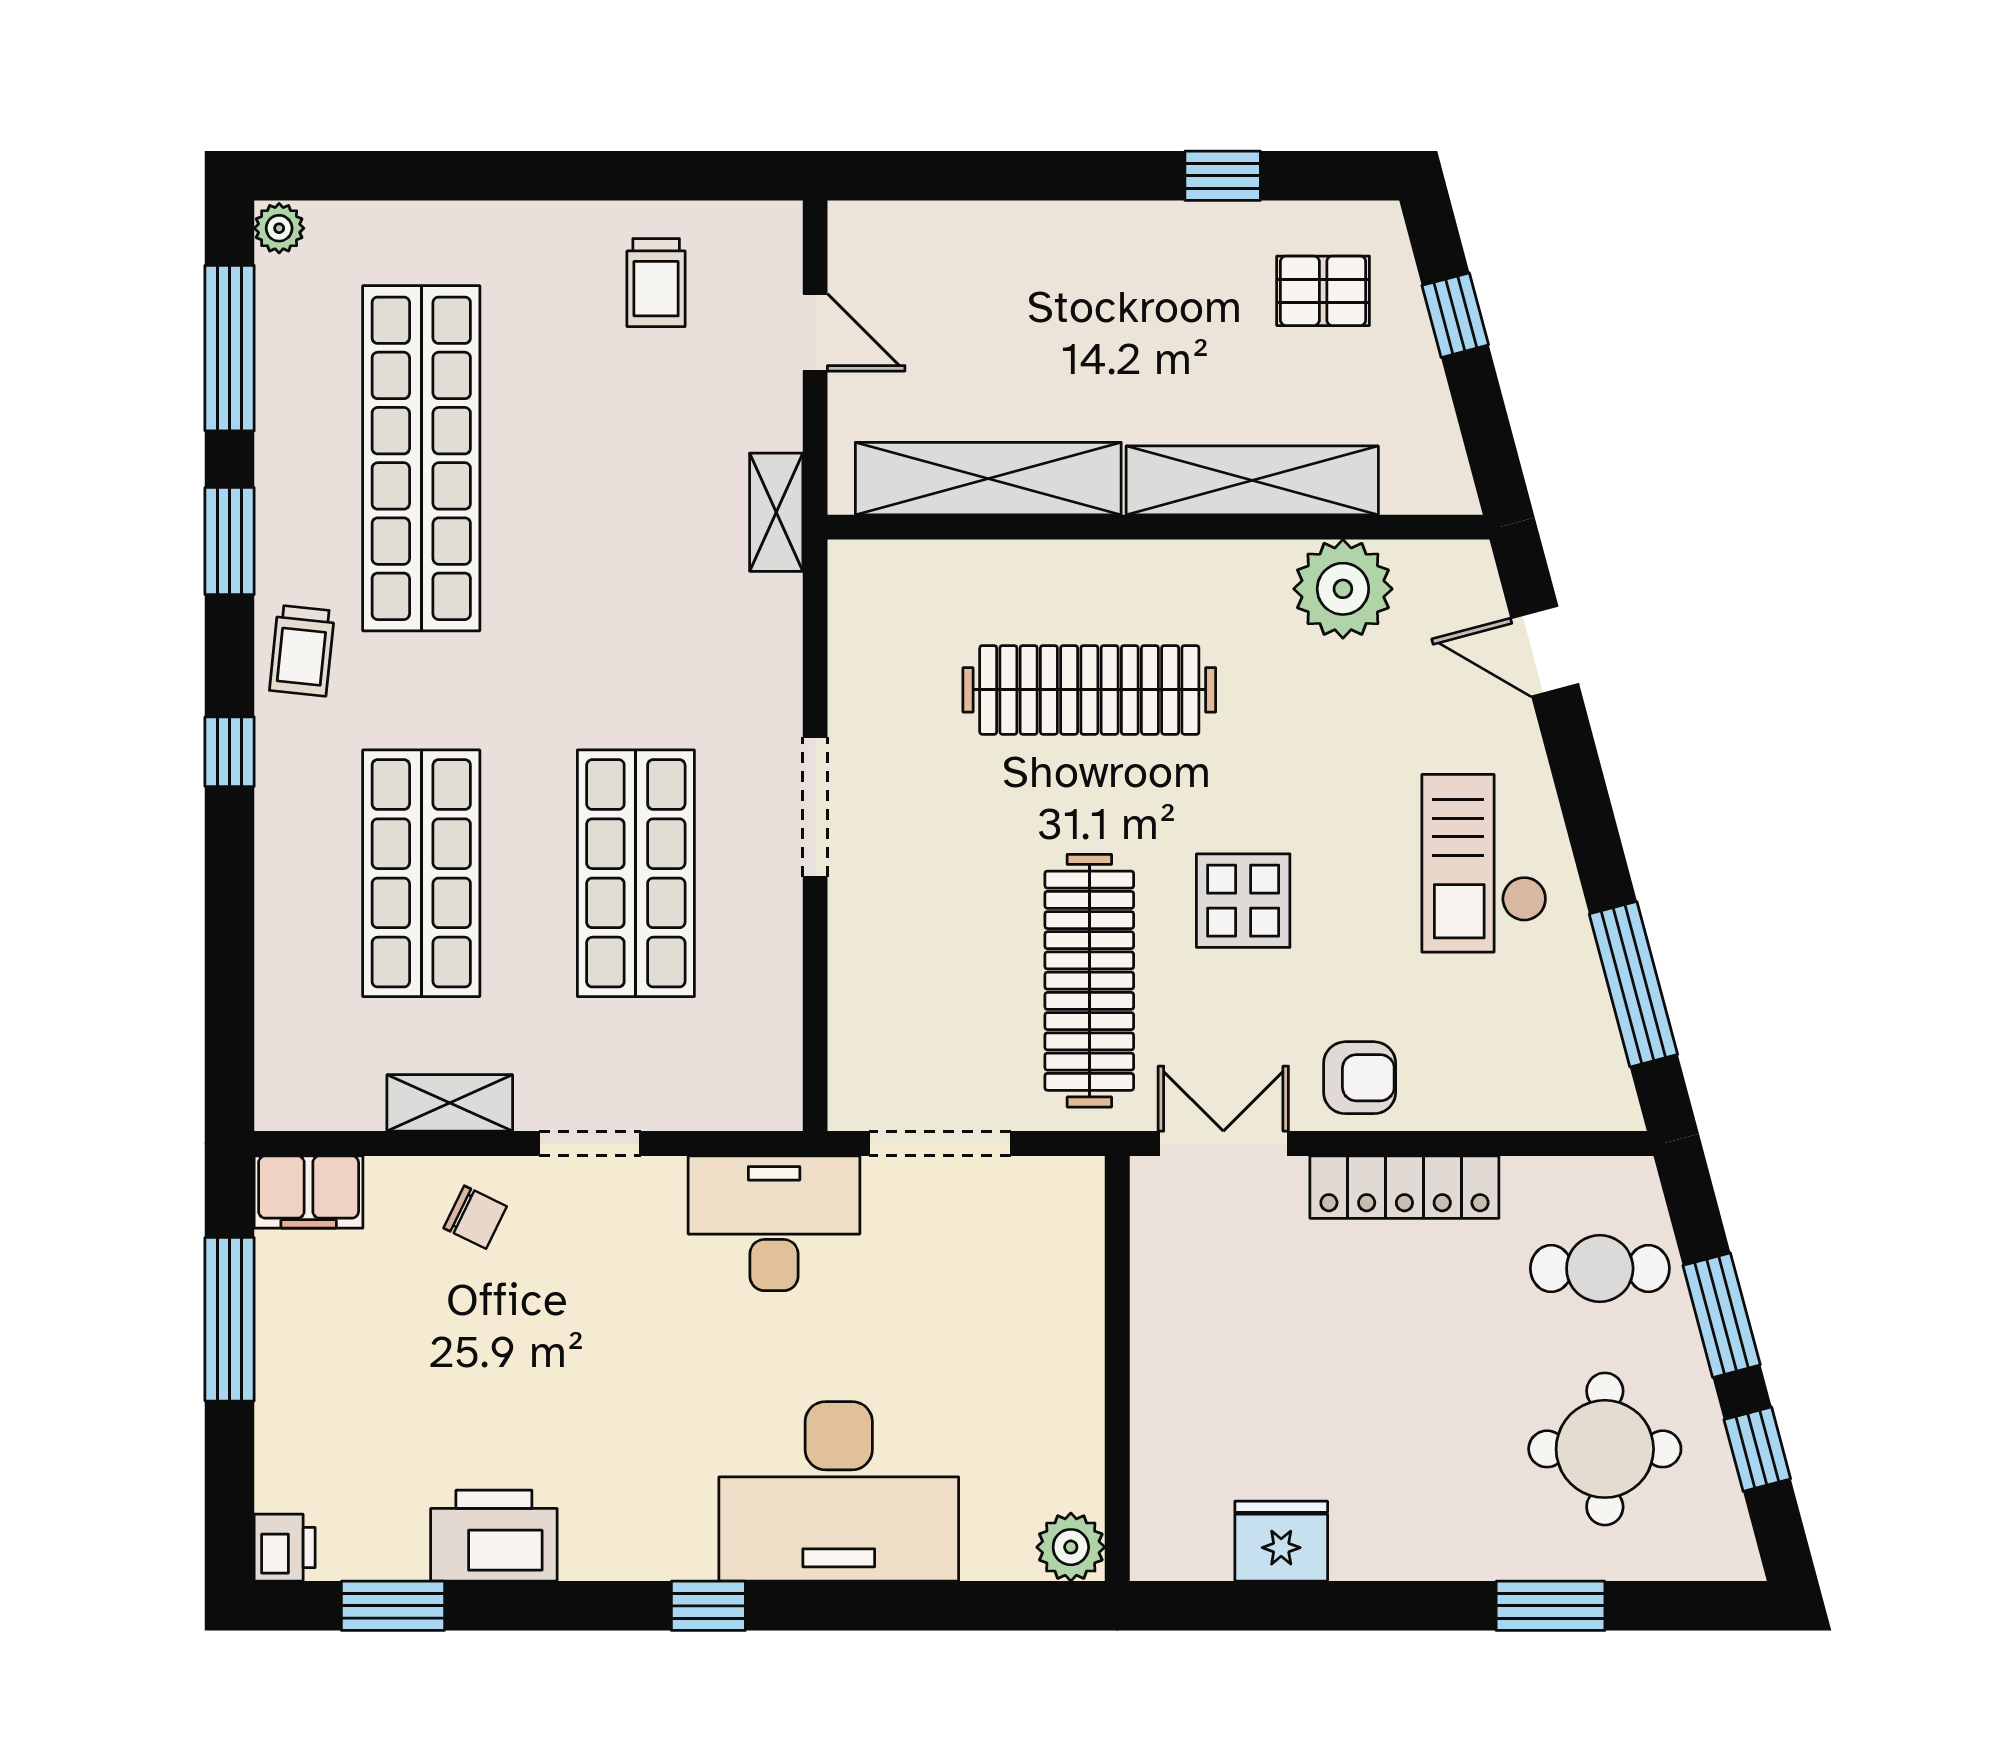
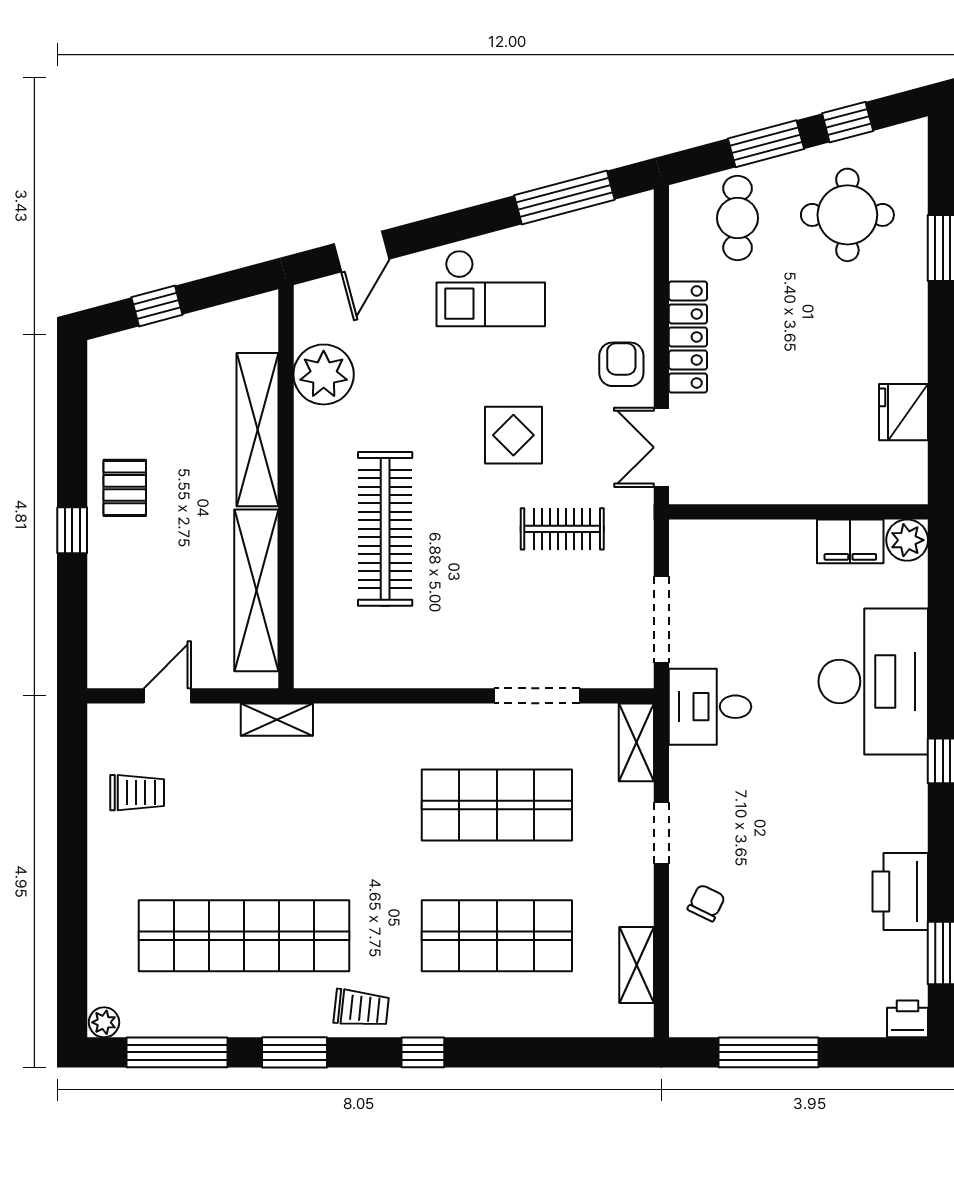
window: (1223, 176) -> (72, 530), moved
pallet: (1323, 291) -> (125, 488), moved
doorway: (815, 807) -> (537, 696), moved
clothes rail: (1089, 981) -> (562, 529), width x0.54, depth x0.76
shelving: (739, 1102) -> (636, 742), added
shelving: (450, 1103) -> (637, 965), moved
filing cabinet: (309, 1192) -> (850, 541), moved, turned 90
desk: (774, 1223) -> (710, 707), width x0.73

